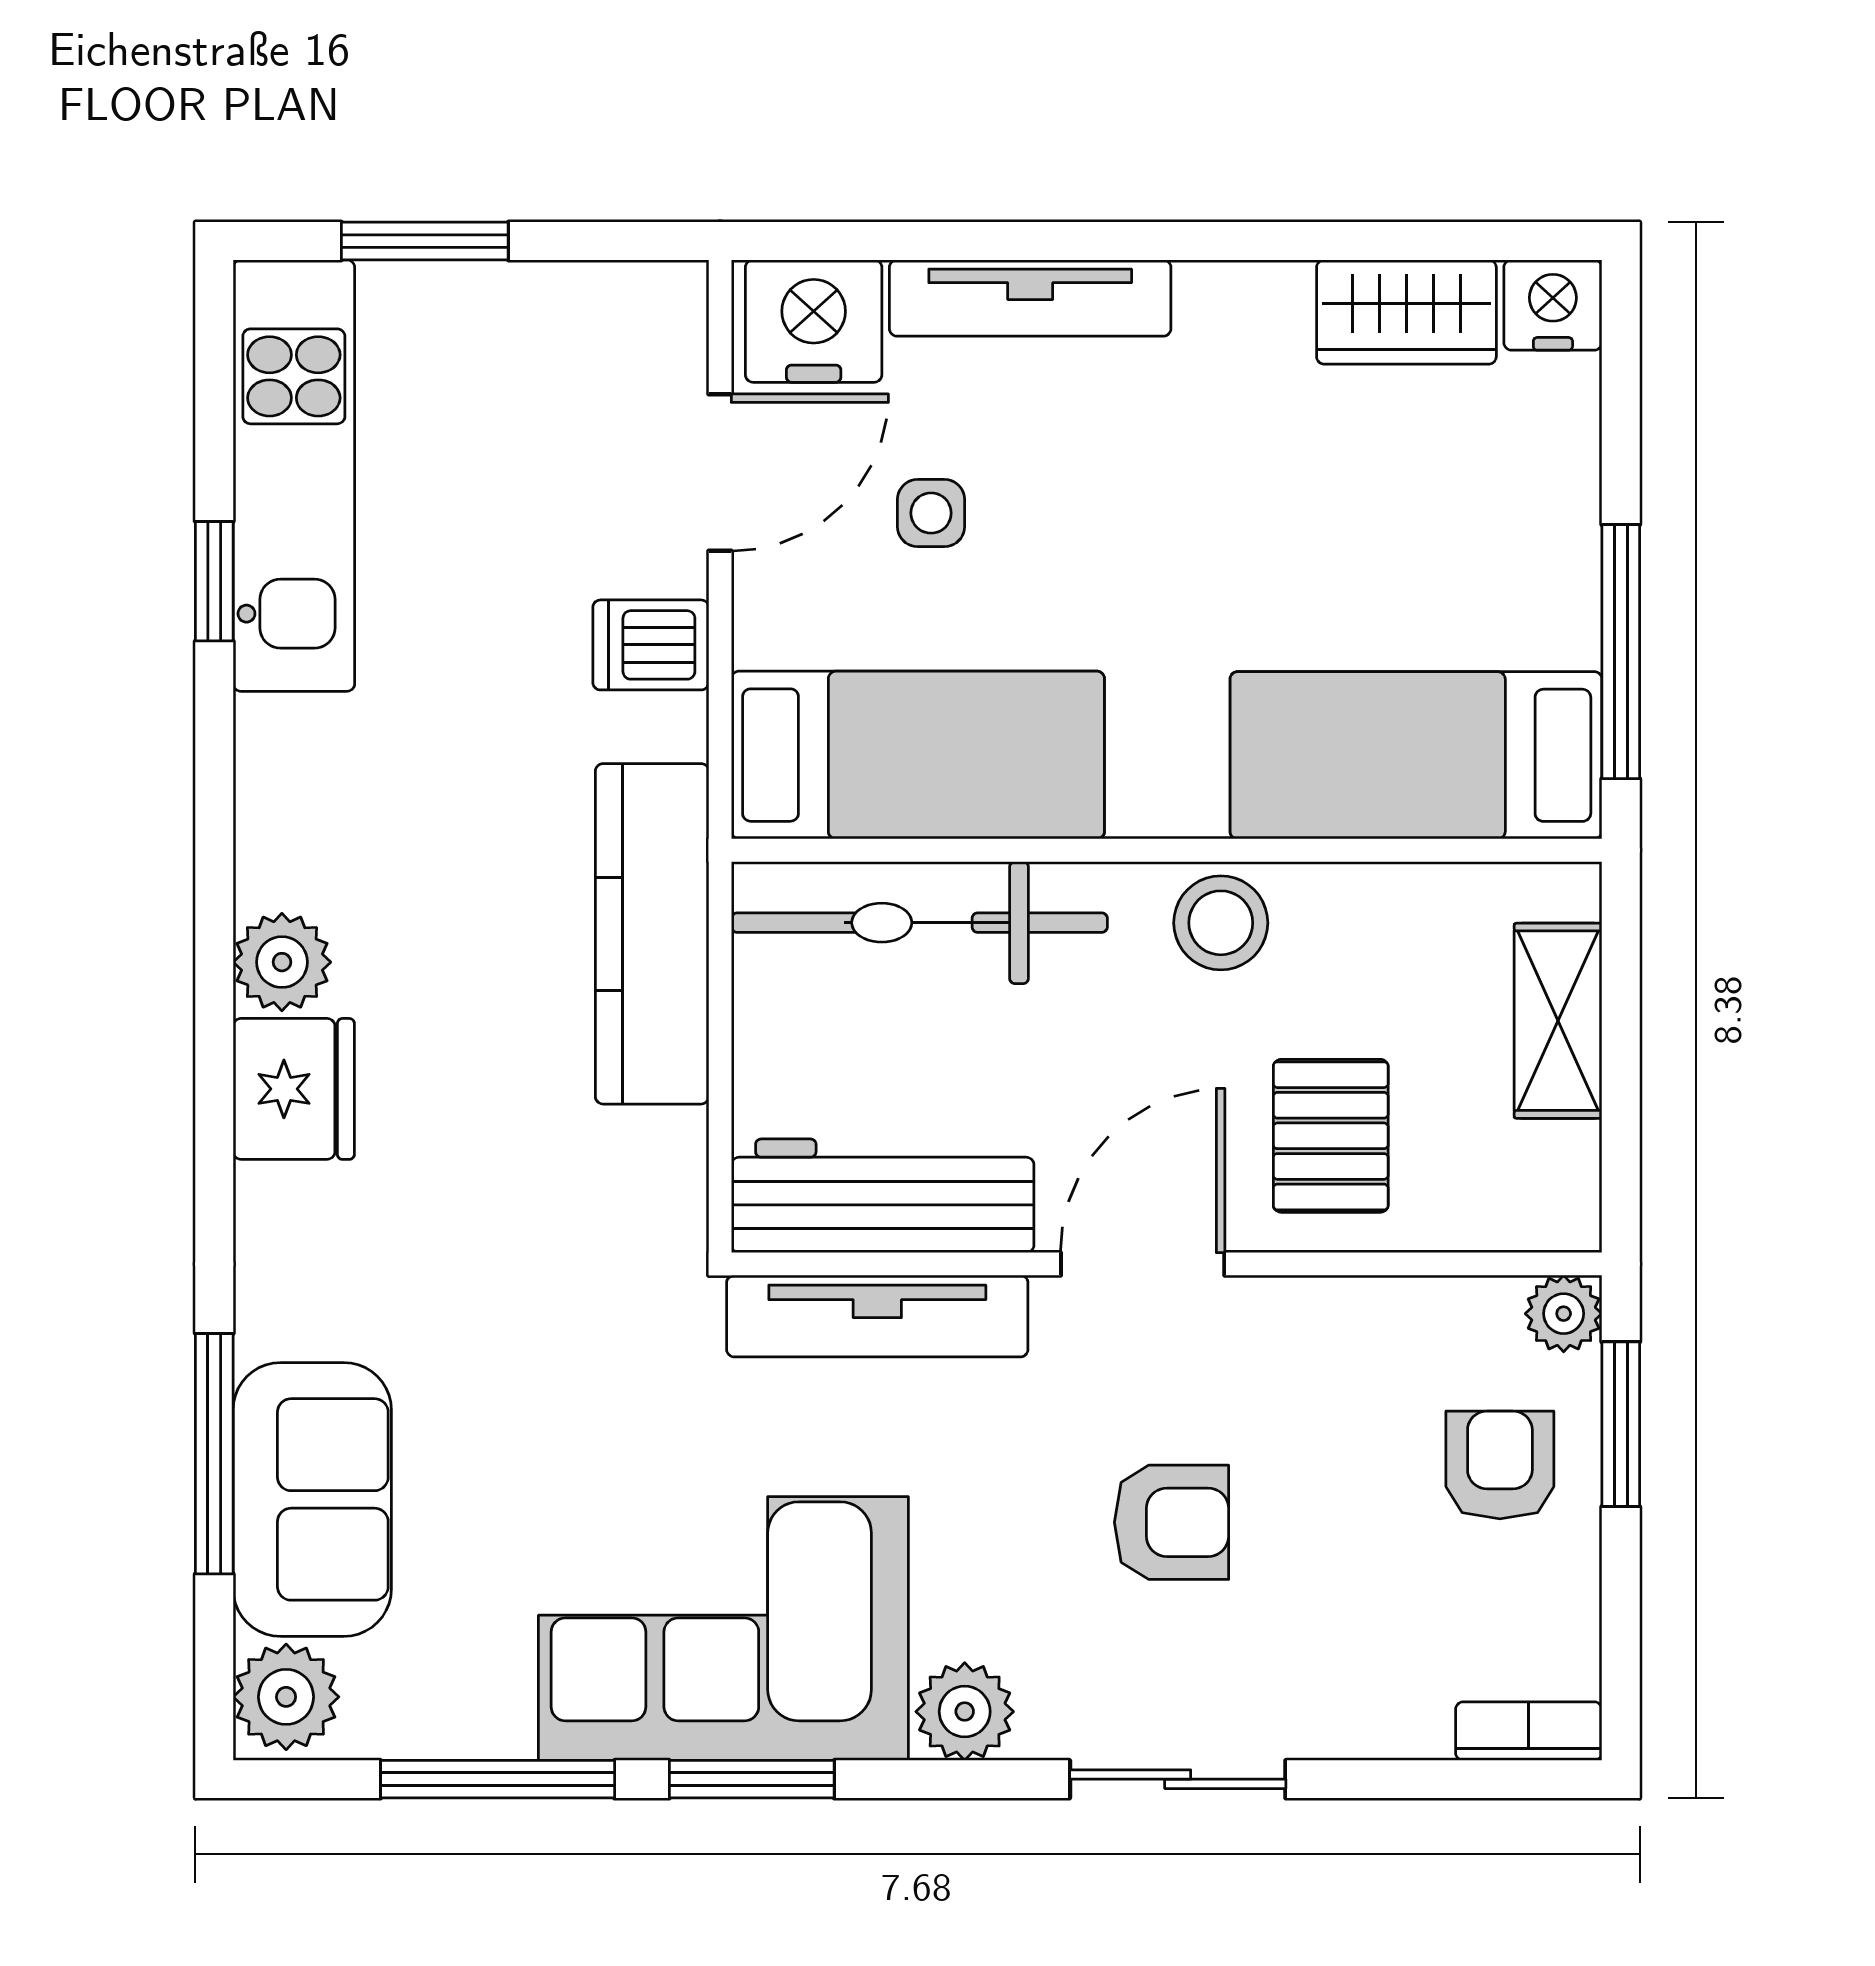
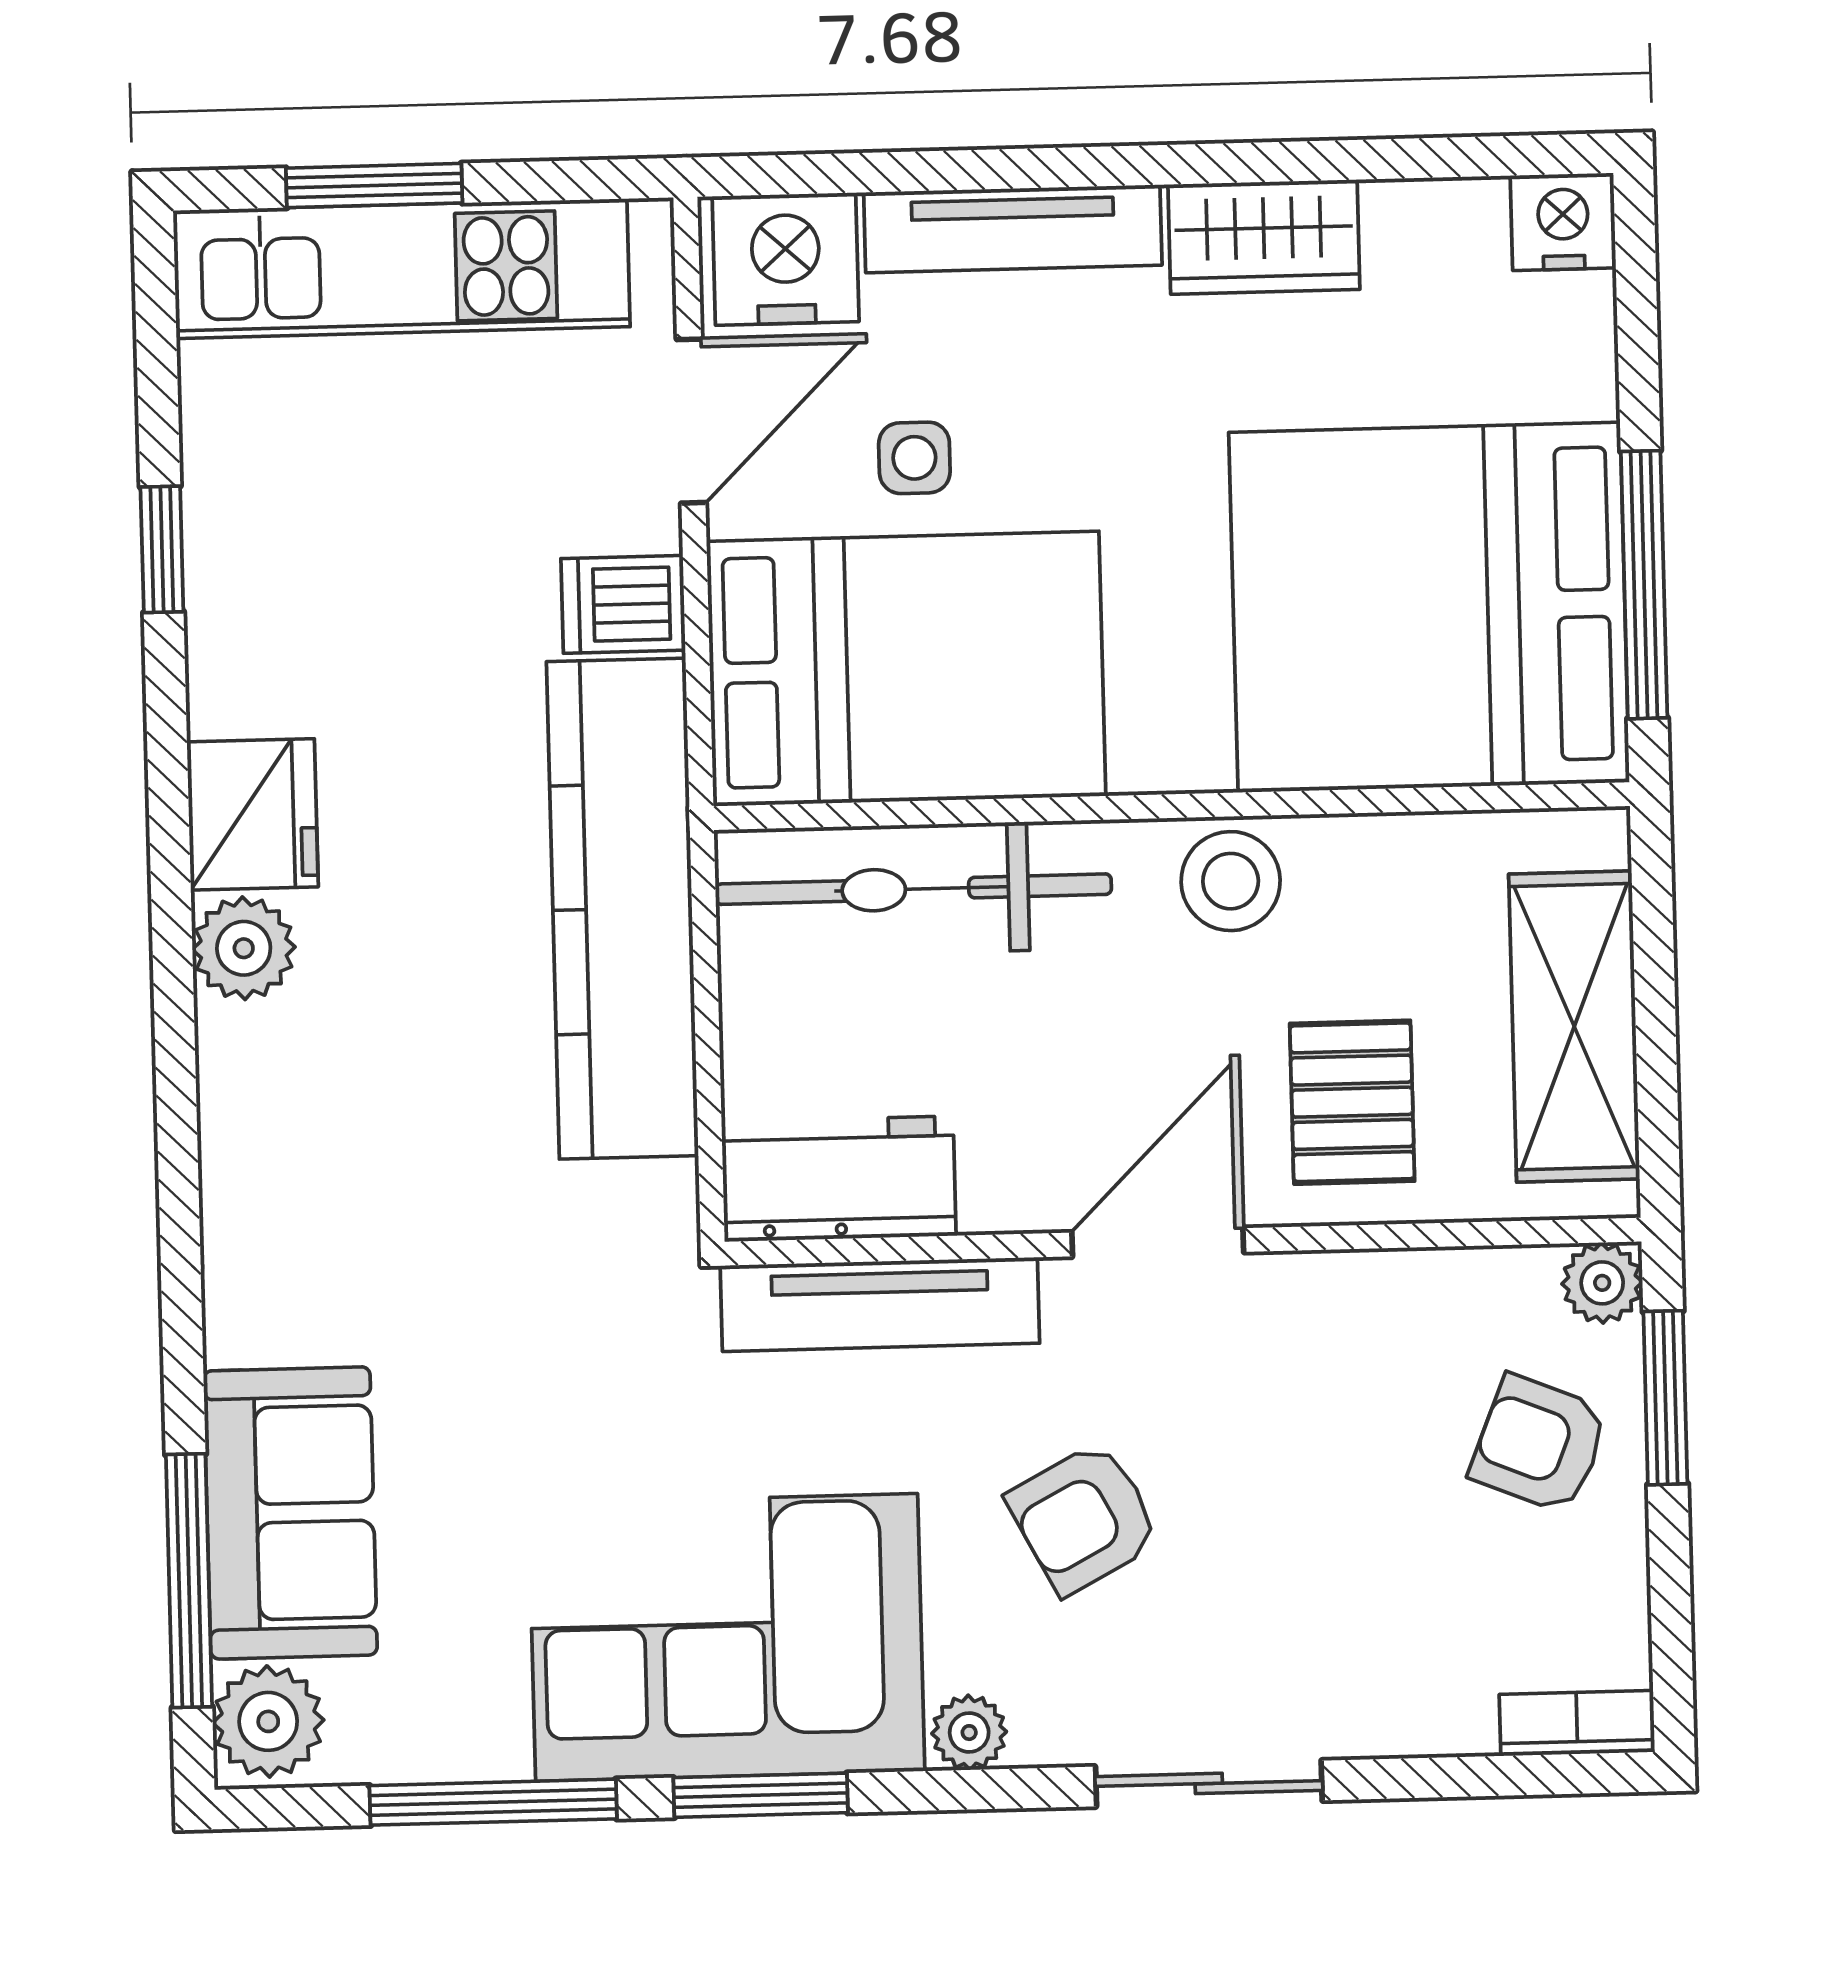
wardrobe: (1406, 312) -> (1264, 237), moved
kitchen unit: (294, 476) -> (402, 269), moved, turned 90
bed: (918, 755) -> (906, 669), width x1.50
bed: (1416, 755) -> (1429, 607), width x2.04
kitchen counter: (652, 934) -> (622, 909), width x1.39, depth x1.17
shelving: (1558, 1021) -> (1574, 1027), width x1.50, depth x1.33
fridge: (294, 1089) -> (253, 814), moved
workbench: (883, 1196) -> (839, 1179), width x0.73
window: (214, 1454) -> (189, 1581), moved
armchair: (1500, 1465) -> (1539, 1444), turned -68
armchair: (1172, 1522) -> (1084, 1518), moved, turned 152
plant: (965, 1712) -> (969, 1733), width x0.73, depth x0.73

